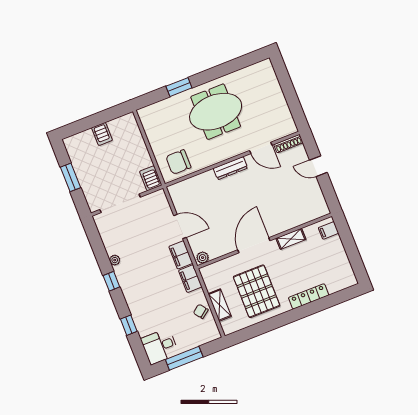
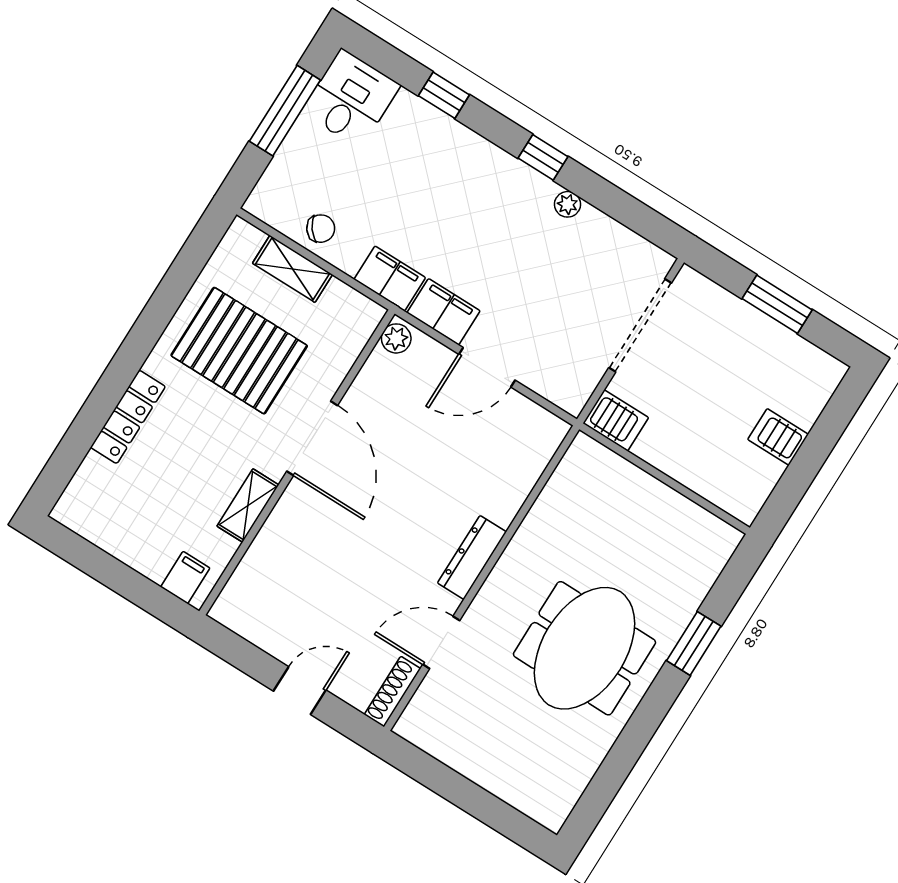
chair: (178, 162) -> (585, 493), removed

